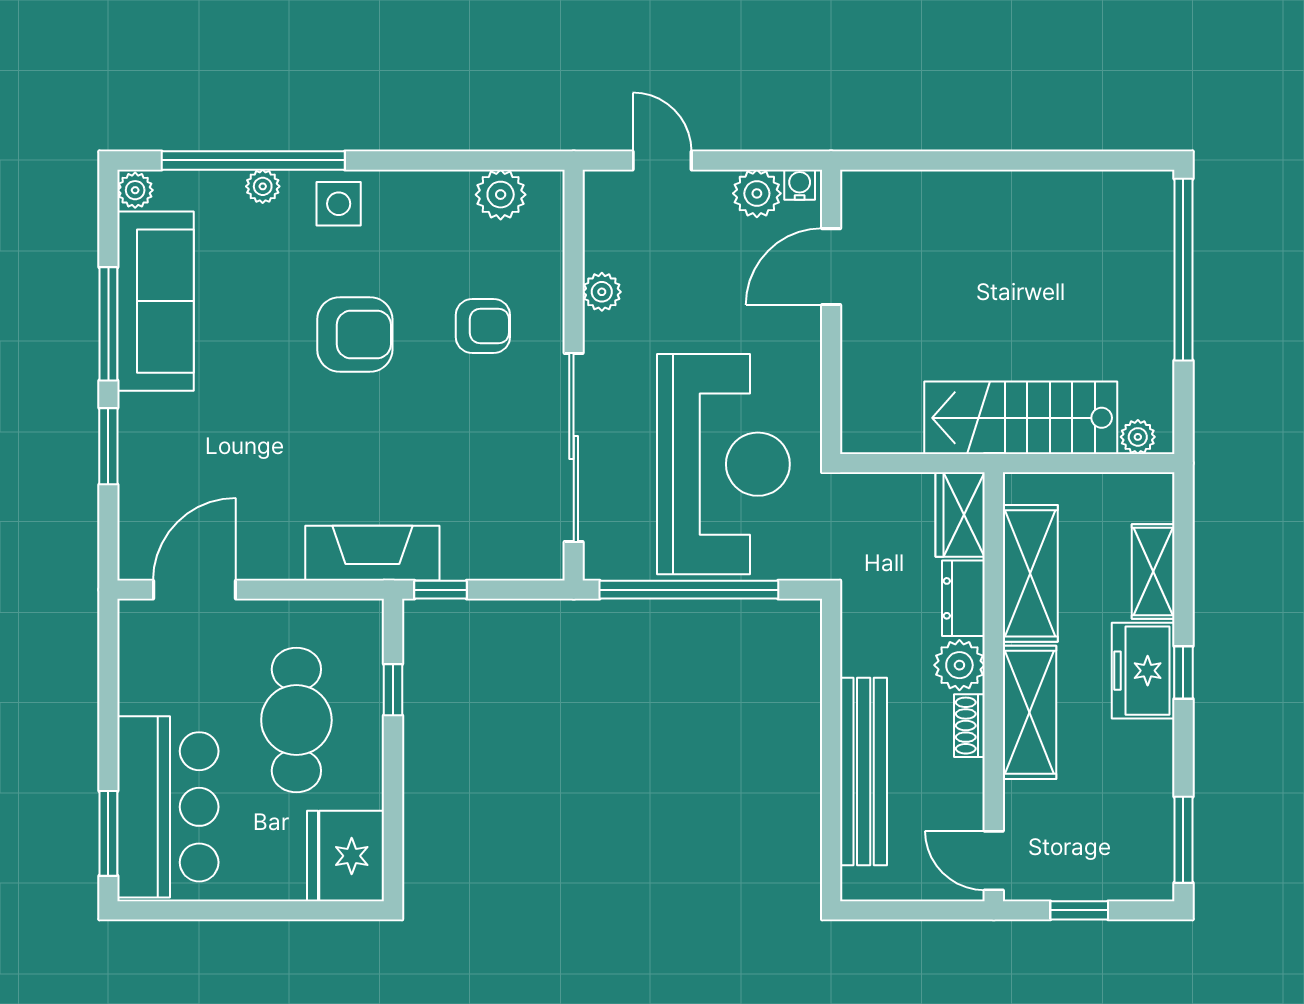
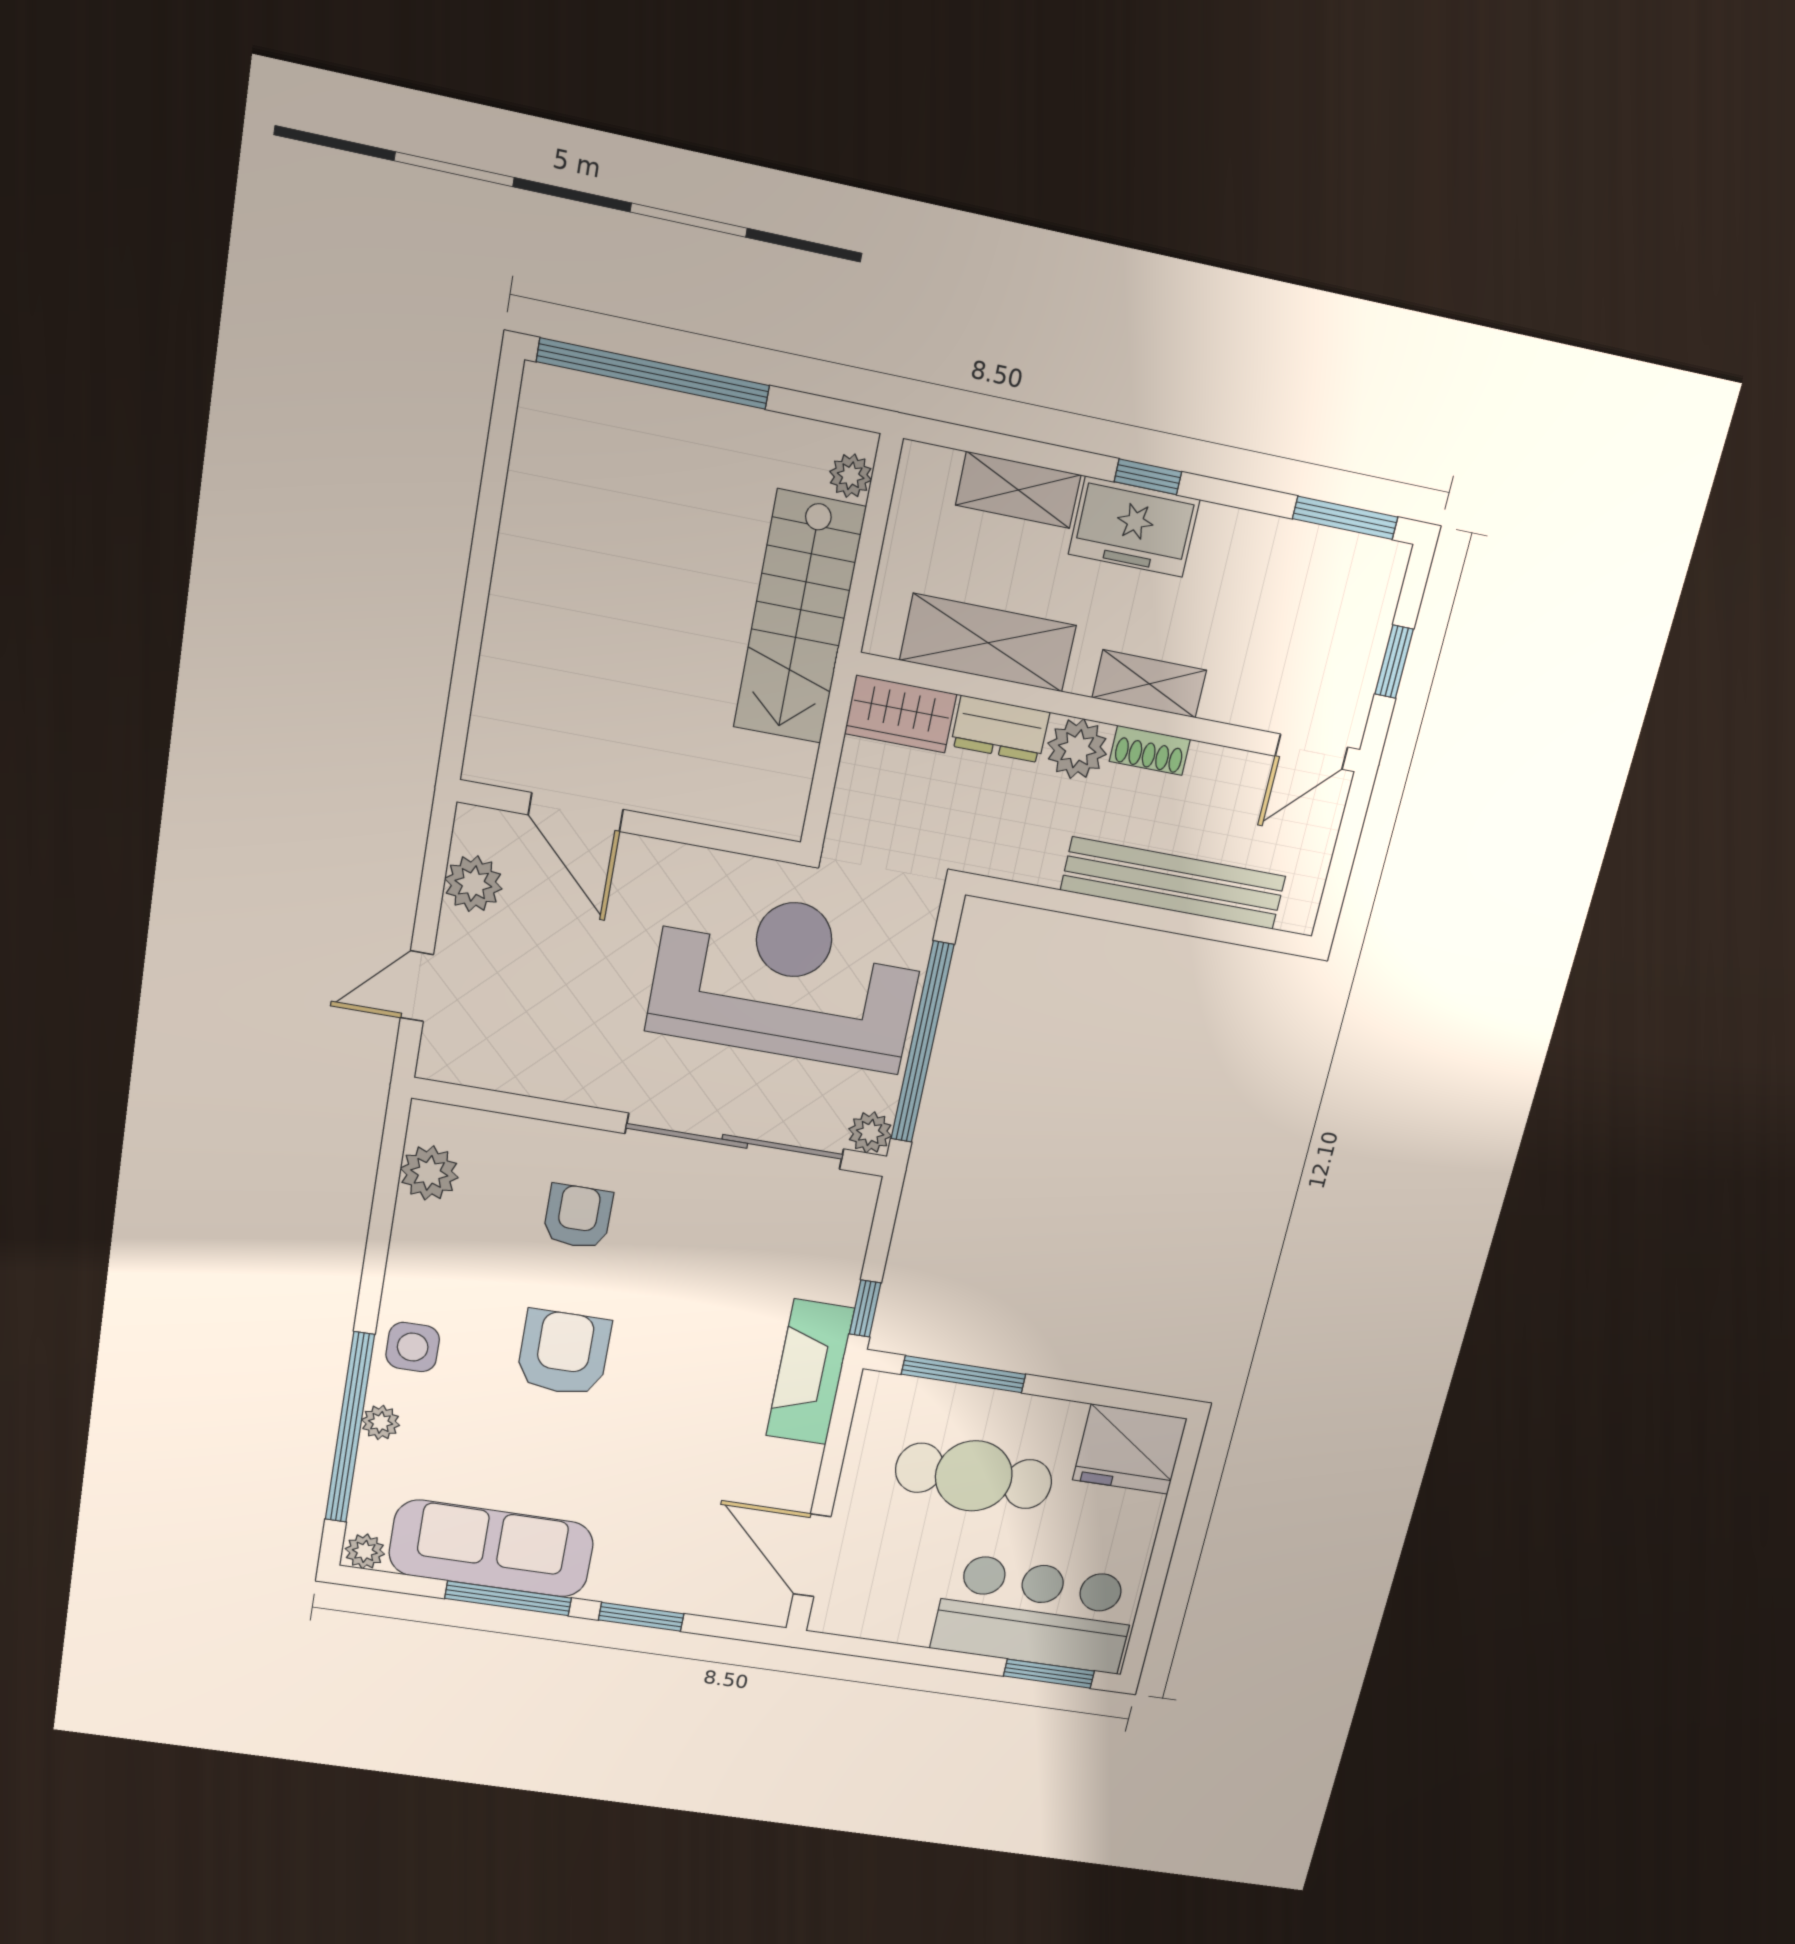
water cooler: (800, 185) -> (471, 831), removed
plant: (602, 292) -> (870, 1132), moved
window: (393, 690) -> (964, 1374), width x2.17
shelving: (1029, 712) -> (1149, 684), width x0.67, depth x0.75

